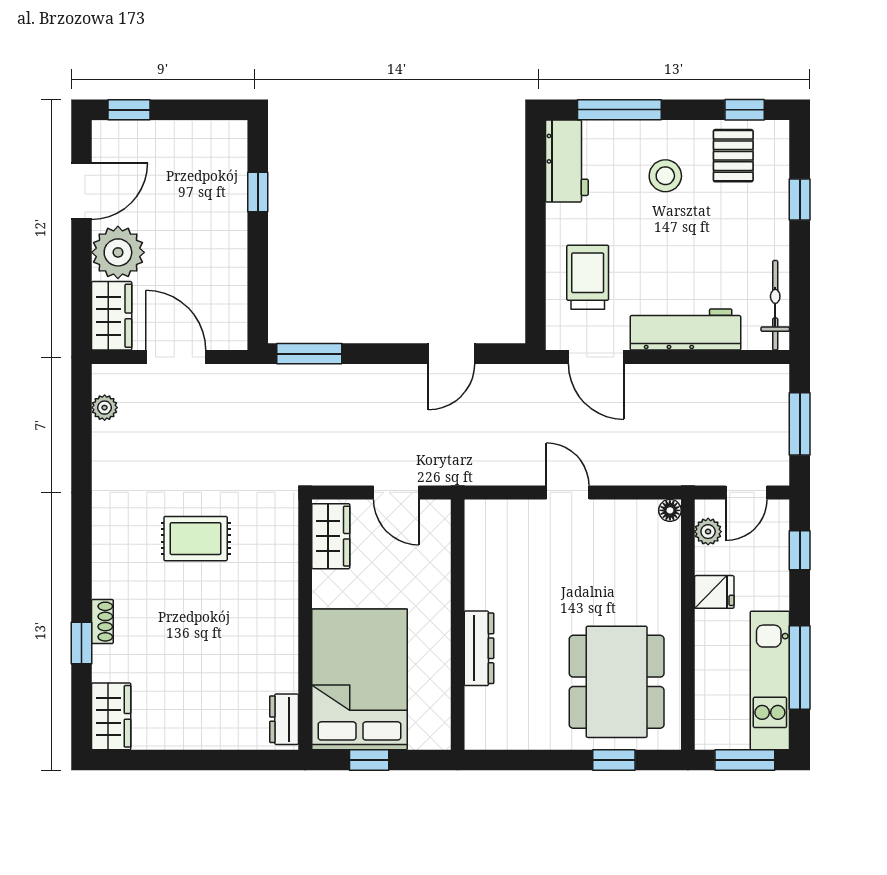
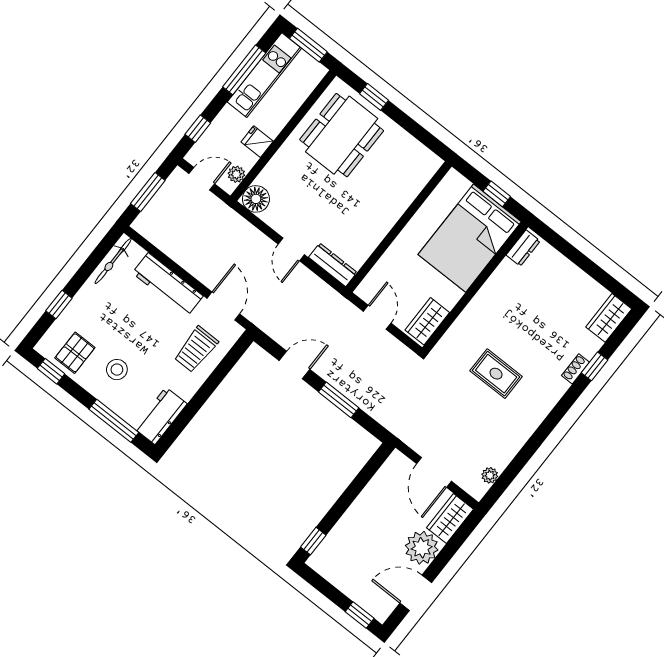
window: (258, 192) -> (313, 541), moved
window: (309, 354) -> (339, 400), moved
floor lamp: (670, 510) -> (256, 199), width x1.89, depth x1.89
dresser: (479, 648) -> (333, 265), moved, turned 90

